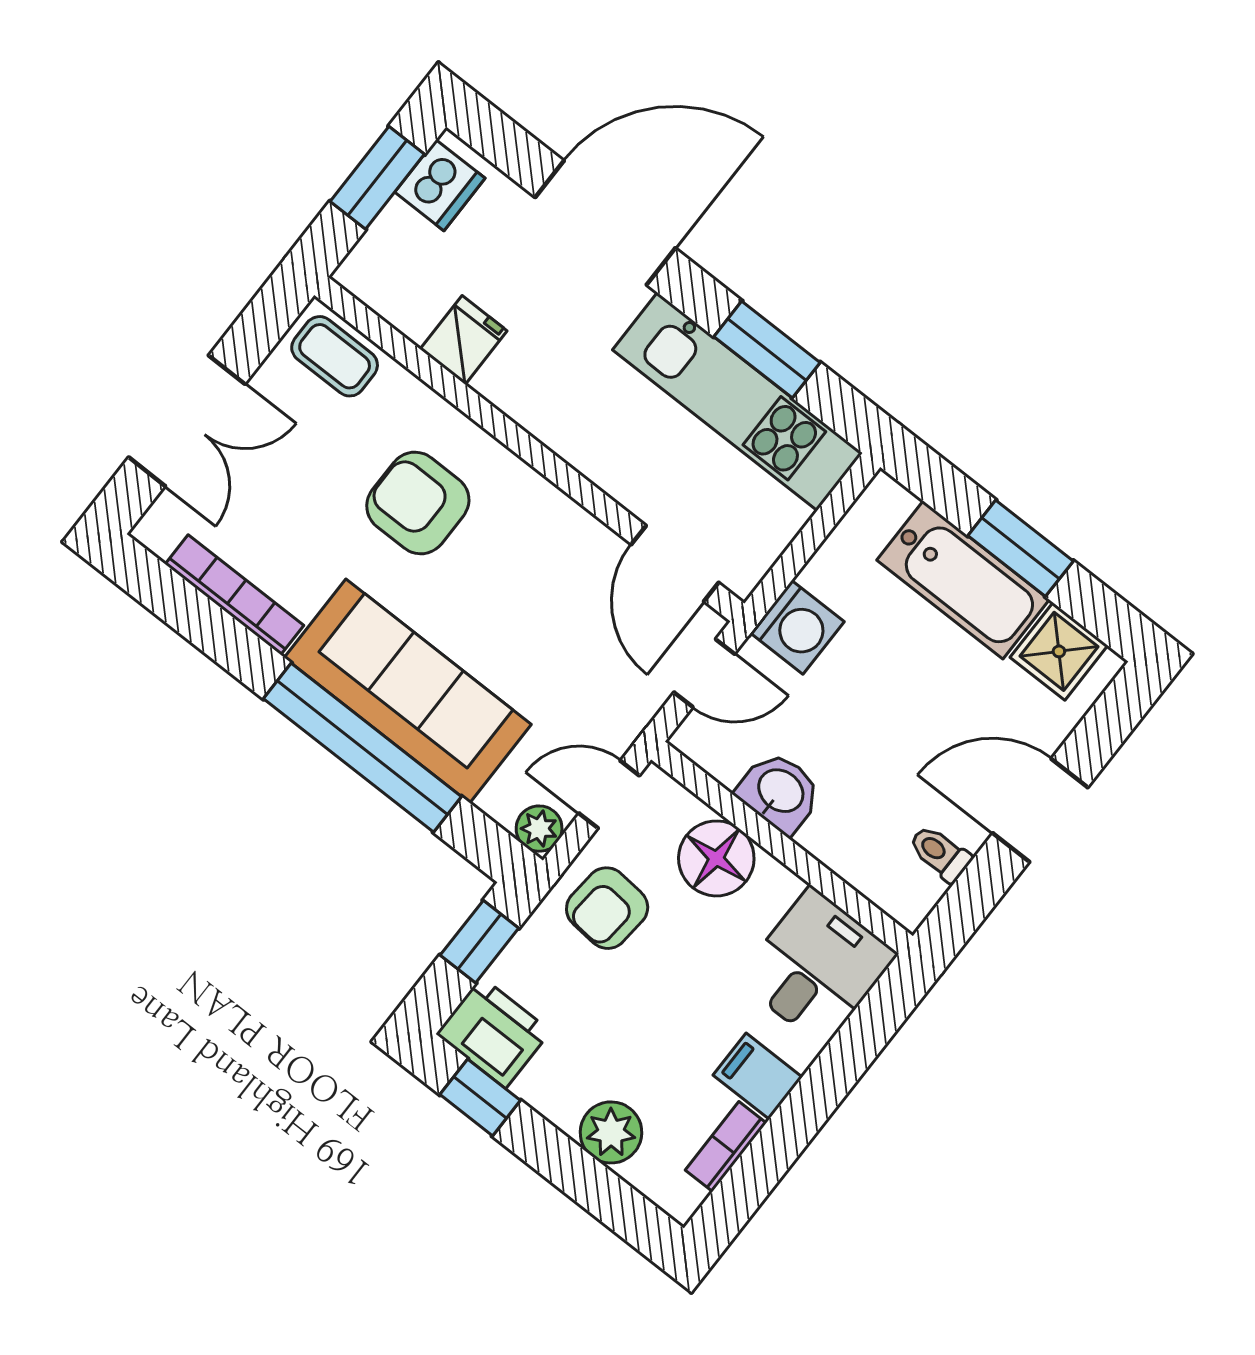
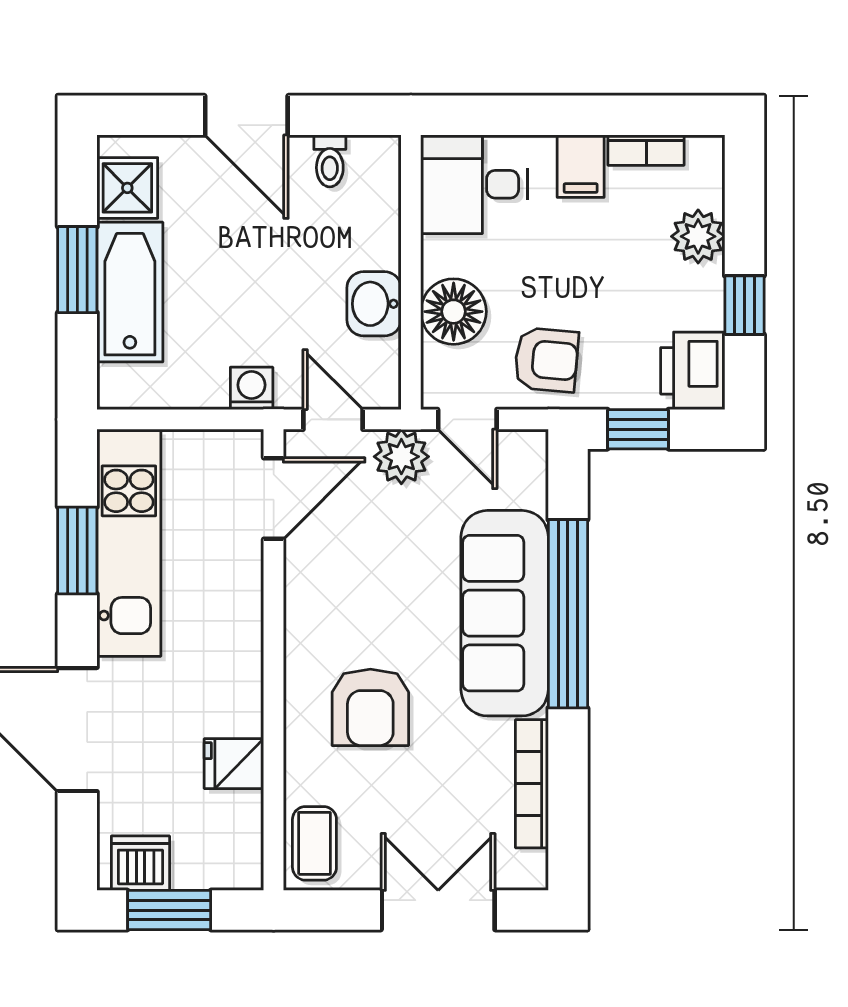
washing machine: (797, 627) -> (252, 388), width x0.73, depth x0.73
plant: (539, 829) -> (401, 457), moved, width x1.38, depth x1.38
window: (480, 1097) -> (744, 305), moved

